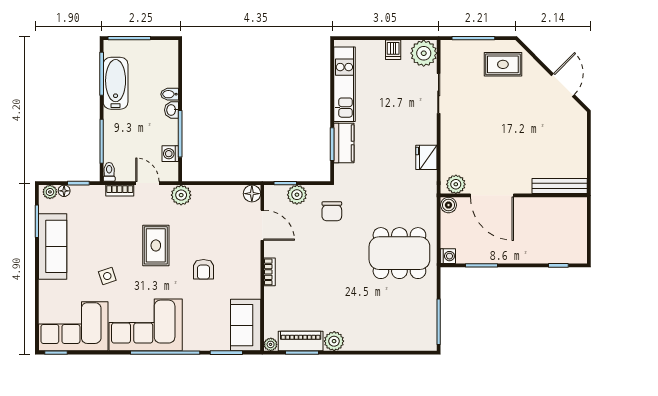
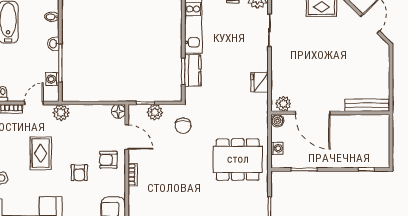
bidet: (170, 94) -> (52, 17), moved
door: (147, 183) -> (34, 103), hinge flipped
armchair: (240, 253) -> (108, 160), added
washing machine: (448, 256) -> (277, 148), moved

